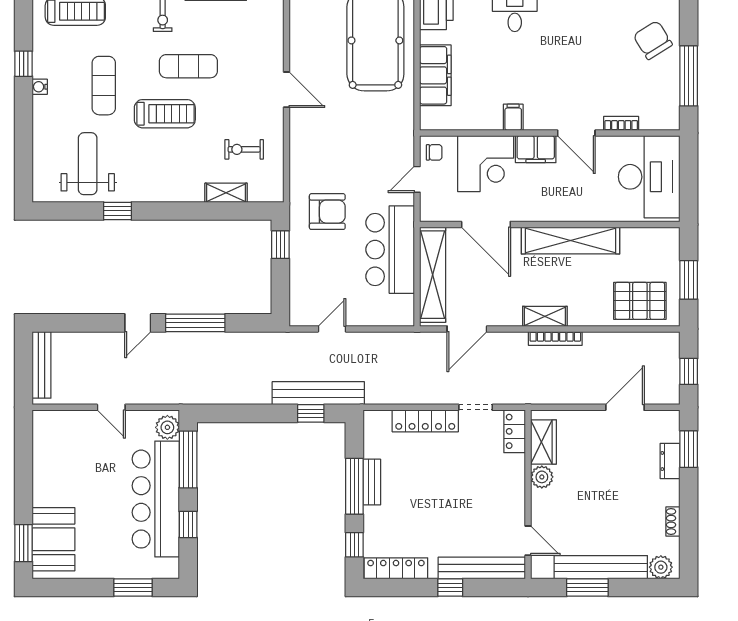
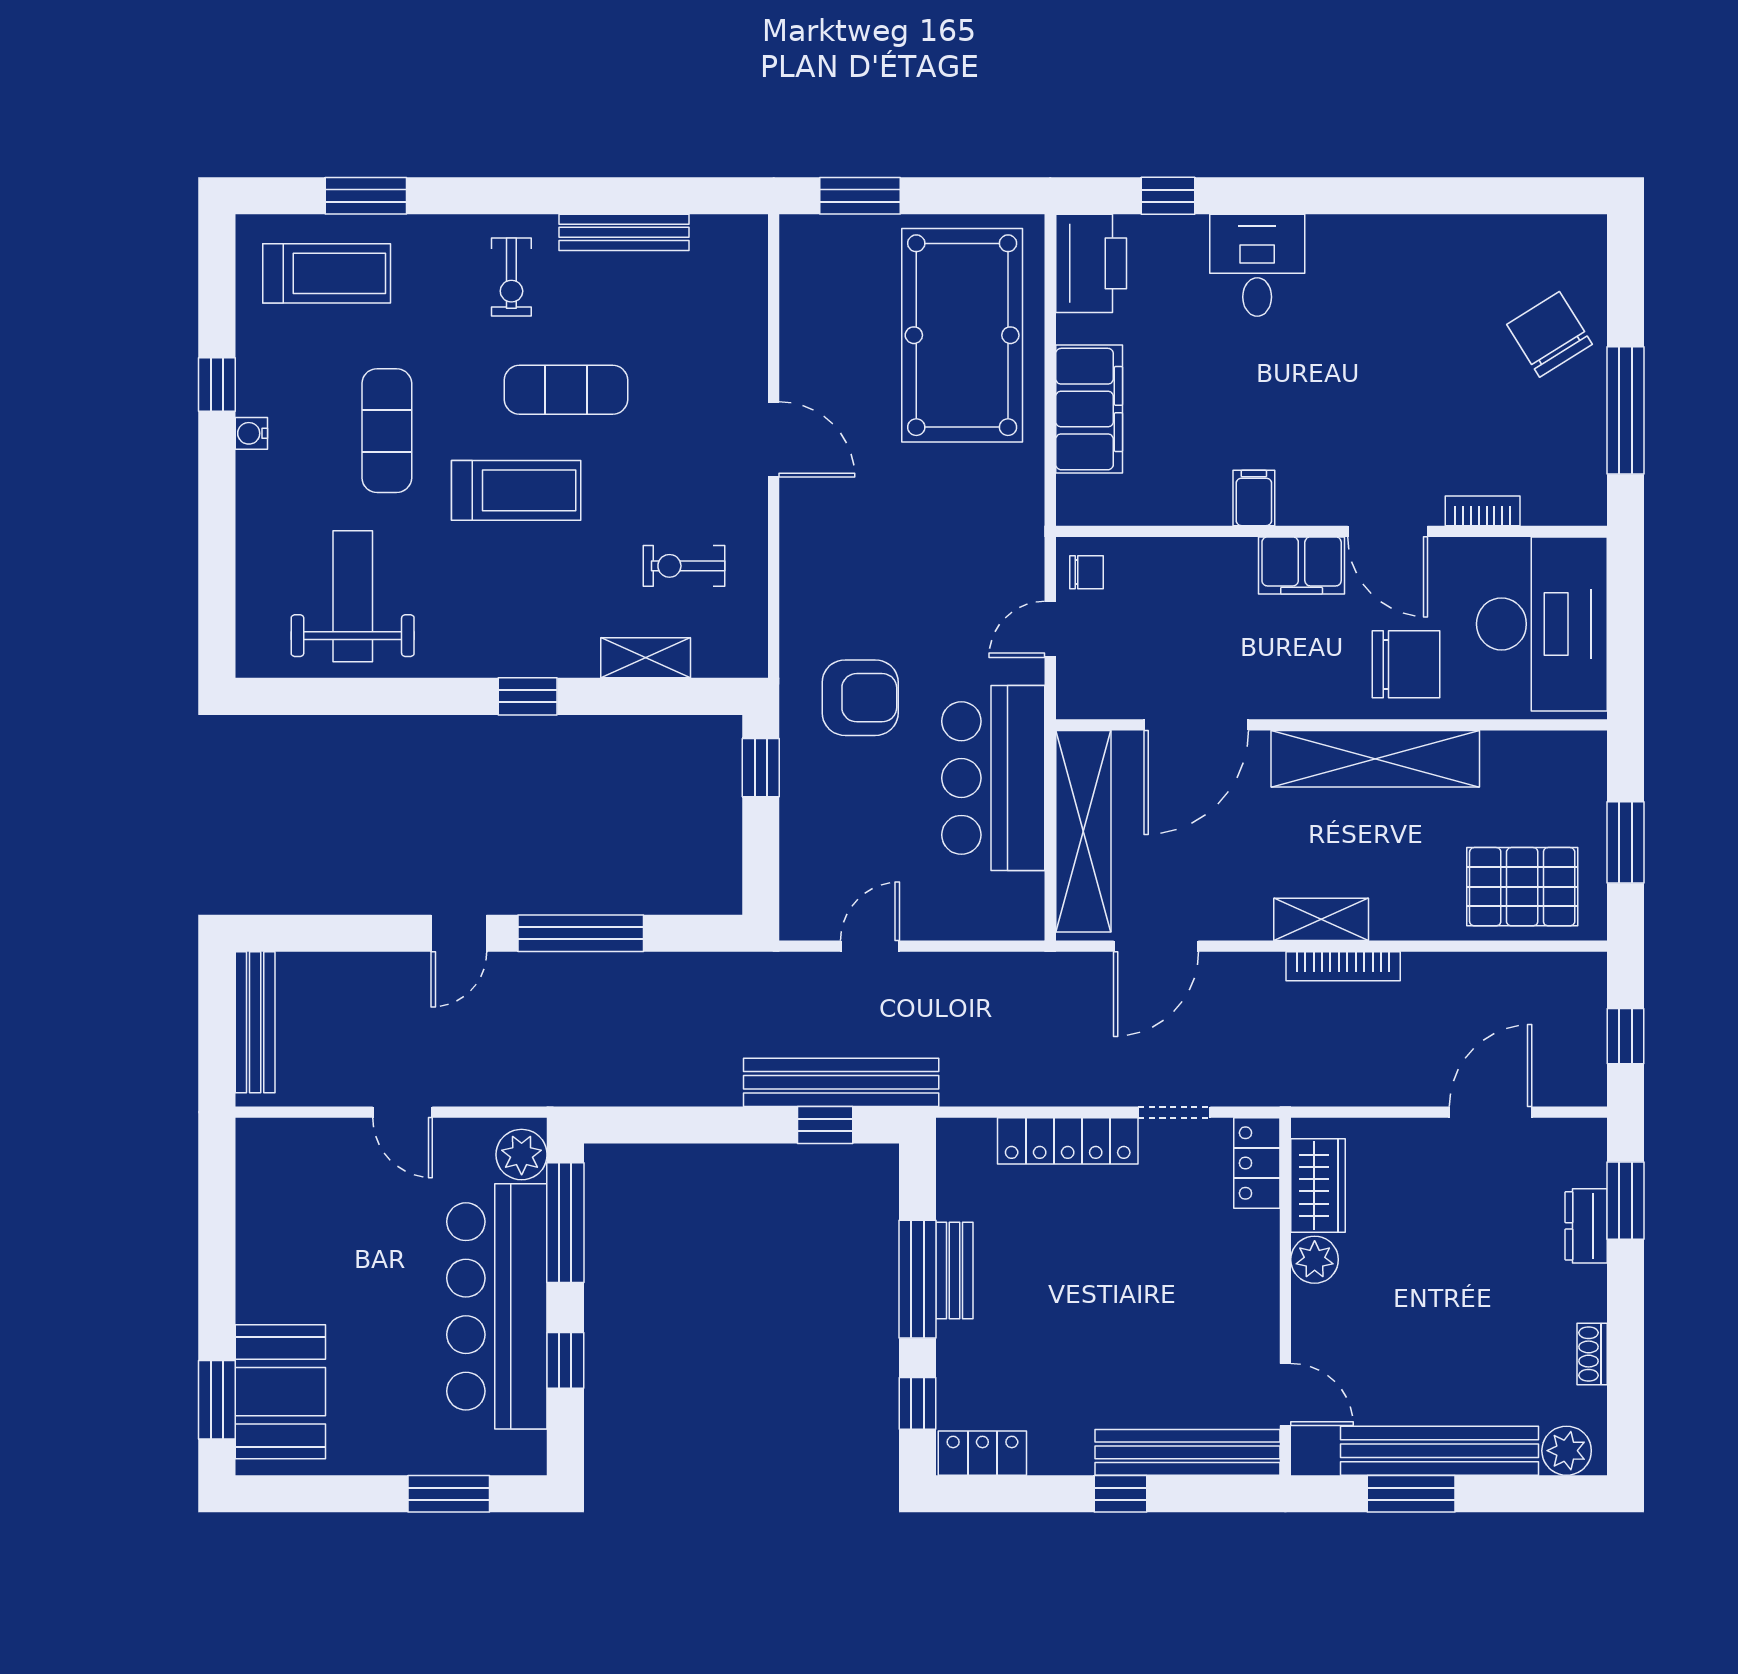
corner desk: (486, 164) -> (1196, 596), removed
chair: (585, 196) -> (1406, 664), added
window: (117, 211) -> (528, 696), moved
door: (486, 224) -> (1196, 725), hinge flipped
locker: (396, 568) -> (982, 1453), width x0.66

